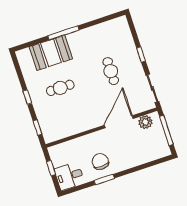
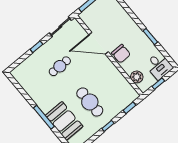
cafe table: (60, 88) -> (90, 102), width x1.37, depth x1.35
plant: (145, 122) -> (137, 77), moved
chair: (100, 161) -> (121, 54), moved, turned -90

